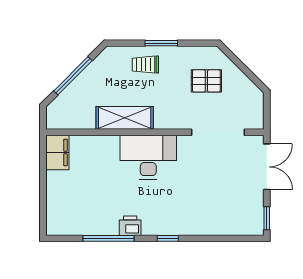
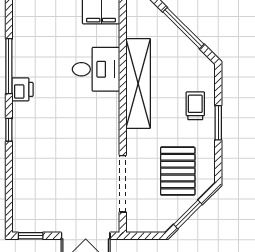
window: (247, 72) -> (188, 214), added
pallet: (206, 81) -> (178, 171), width x1.50, depth x1.42
shelving: (125, 118) -> (138, 83), width x1.47
desk: (148, 157) -> (96, 69), moved, width x0.73

